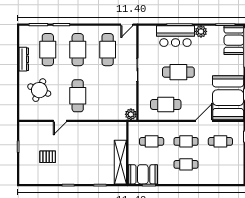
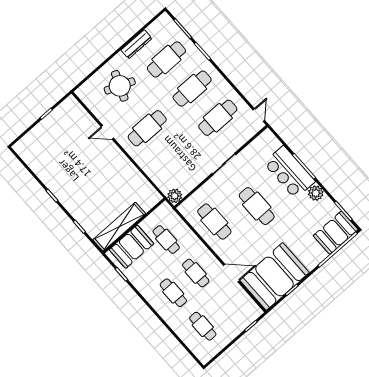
door: (127, 25) -> (259, 115), swing flipped
cafe table: (220, 141) -> (203, 326), moved
pallet: (48, 157) -> (62, 151), removed
booth: (143, 174) -> (131, 247), moved, turned 90

